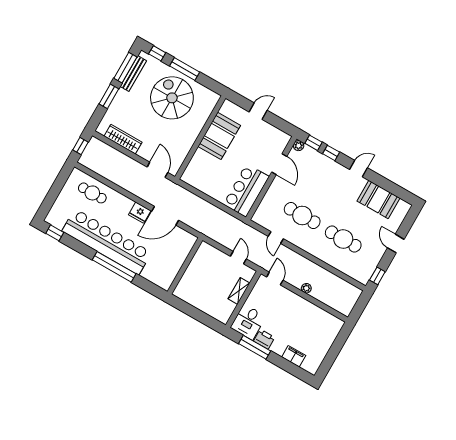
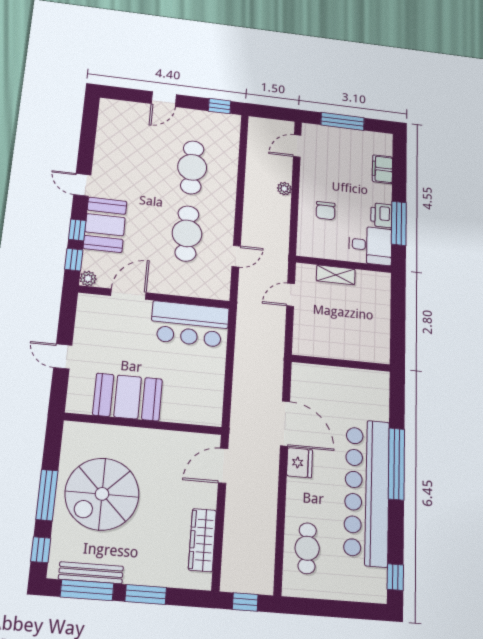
booth: (378, 199) -> (105, 225), moved
door: (275, 279) -> (297, 146), moved
chair: (282, 306) -> (326, 211), added
window: (336, 348) -> (343, 121), added

